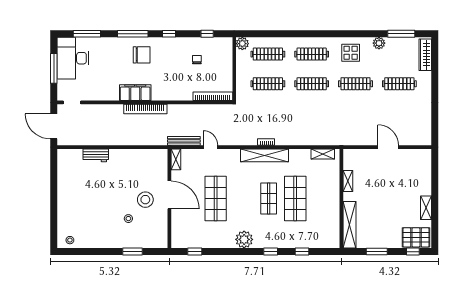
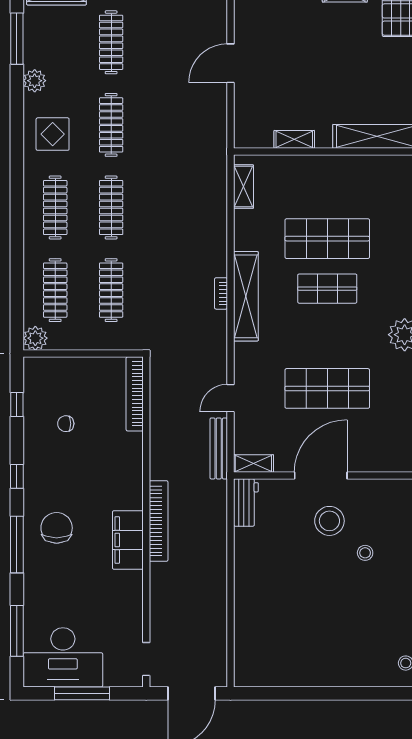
workbench: (96, 155) -> (246, 503), moved

